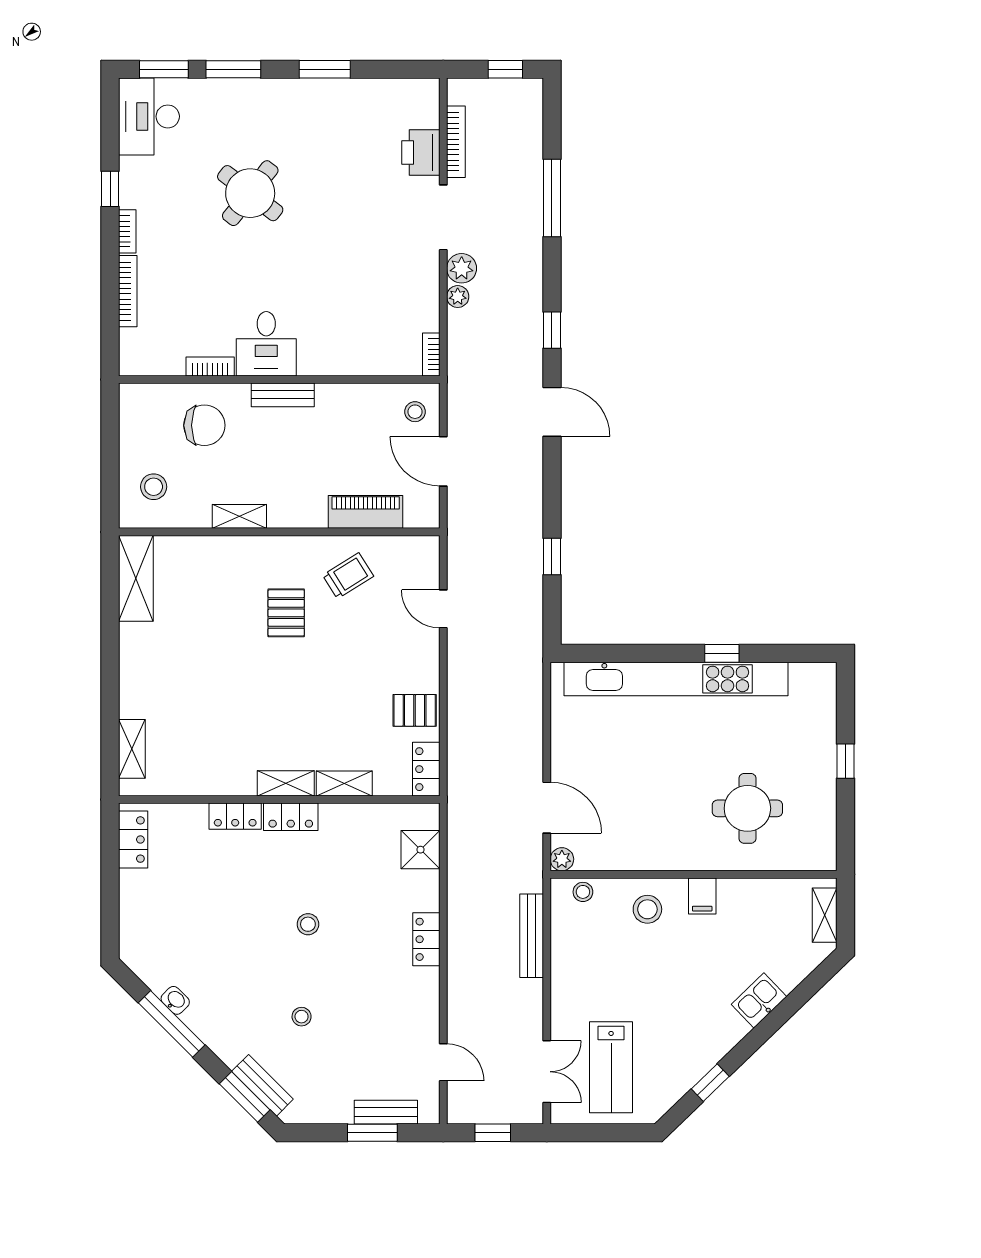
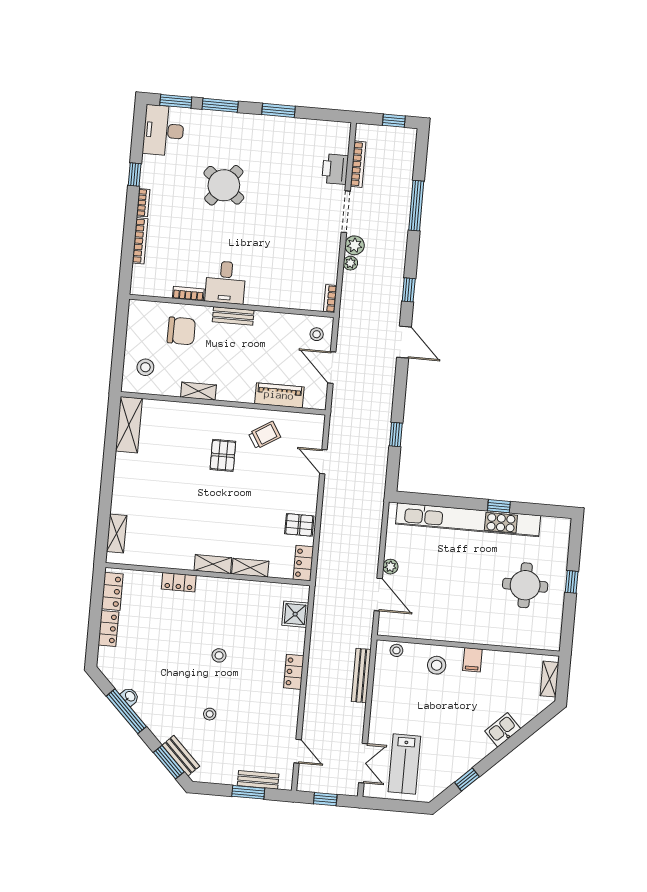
round table: (747, 808) -> (525, 585), moved
locker: (291, 817) -> (108, 629), moved, turned -90
plant: (562, 859) -> (390, 567), moved

